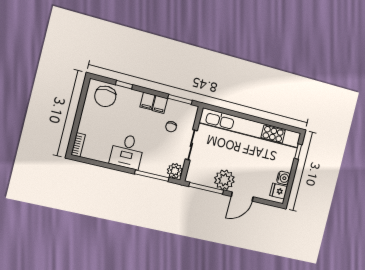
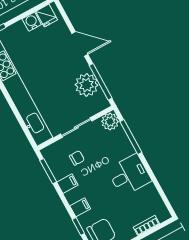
filing cabinet: (147, 101) -> (80, 207), moved
bookcase: (78, 145) -> (146, 225), moved
plant: (224, 180) -> (87, 85), moved

